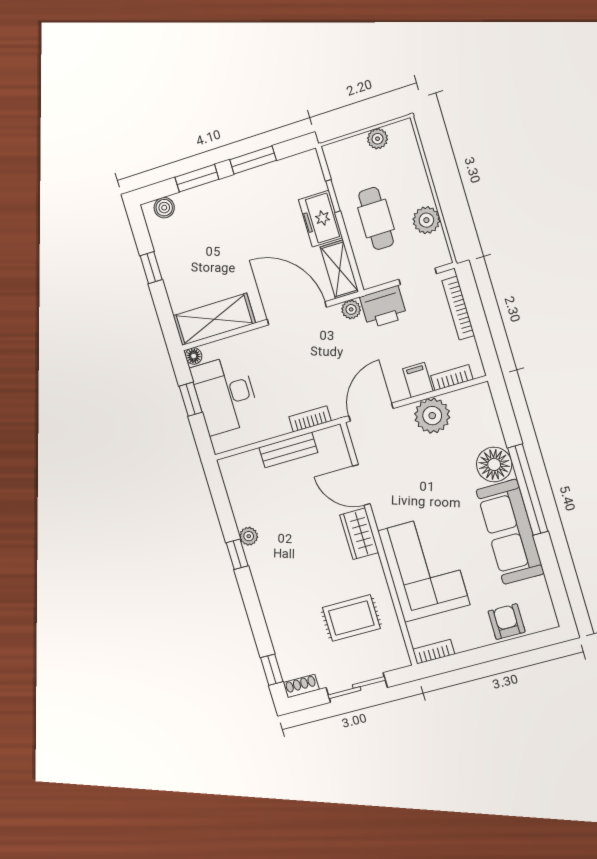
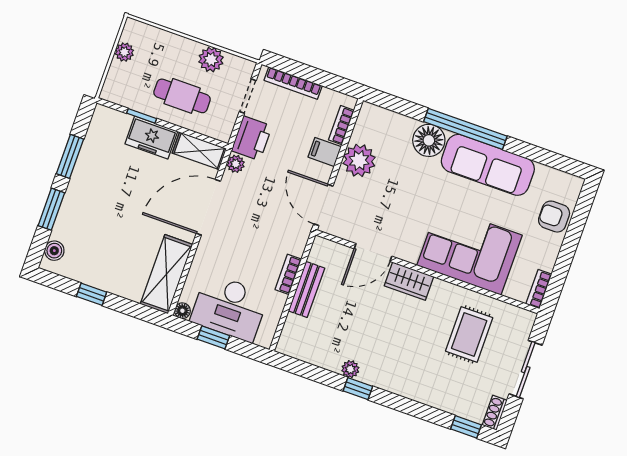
bookcase: (310, 419) -> (288, 274), moved

